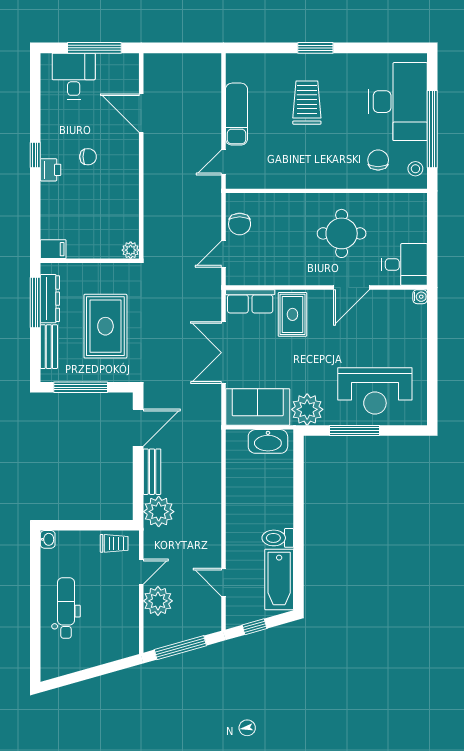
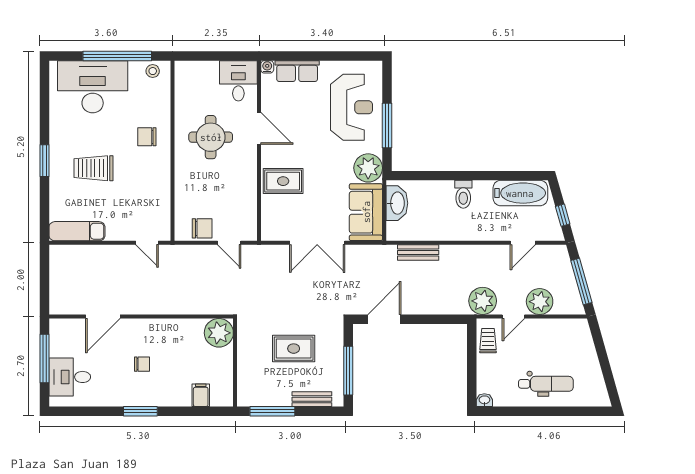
exam couch: (236, 114) -> (77, 231), moved
window: (35, 155) -> (140, 411), width x1.50
chair: (88, 157) -> (142, 364), turned 90
chair: (378, 160) -> (147, 137), moved
printer: (51, 170) -> (154, 398), removed
filing cabinet: (53, 249) -> (201, 395), moved
plant: (131, 250) -> (219, 333), width x1.87, depth x1.87
dresser: (50, 299) -> (269, 398), removed
row of seats: (250, 301) -> (297, 71), moved, turned 90
rug: (105, 326) -> (294, 349), width x0.73, depth x0.70
door: (138, 428) -> (384, 319), hinge flipped
bench: (152, 472) -> (418, 252), moved
plant: (159, 512) -> (483, 301), moved
toilet: (278, 538) -> (463, 194), moved
door: (141, 572) -> (513, 316), swing flipped
dental chair: (66, 608) -> (546, 384), turned 180

